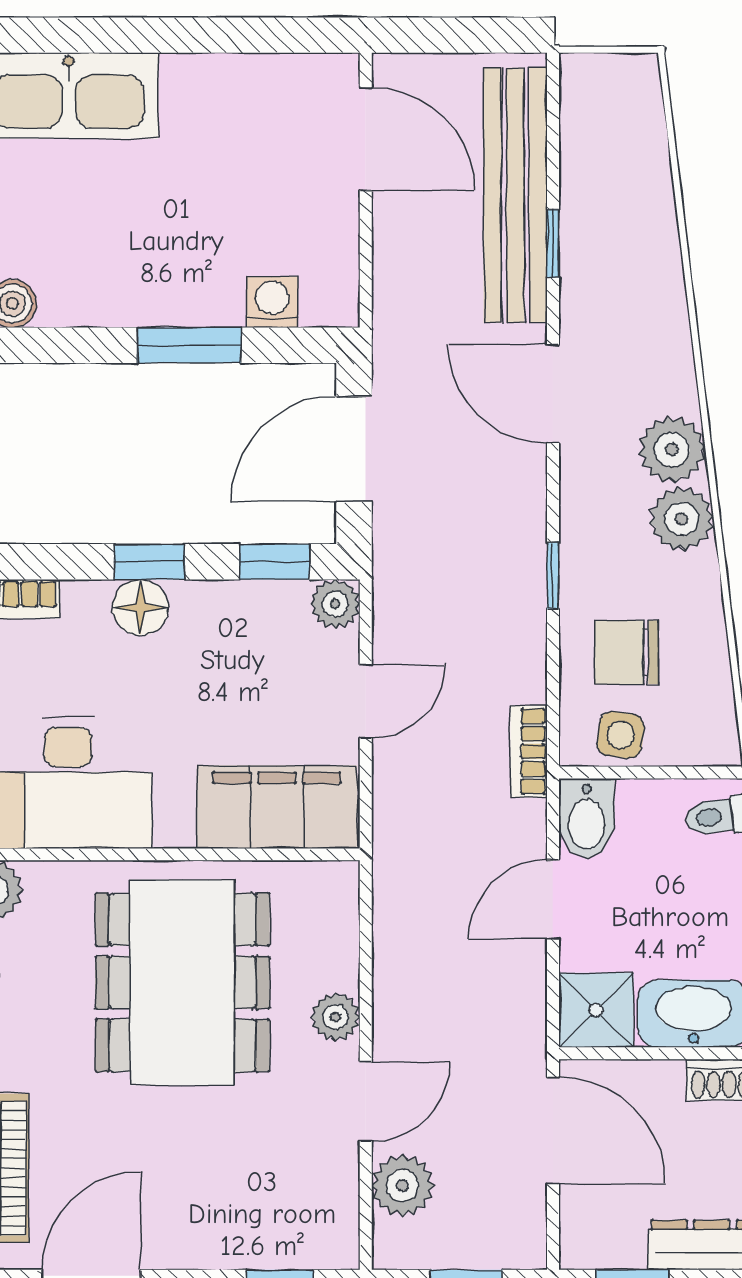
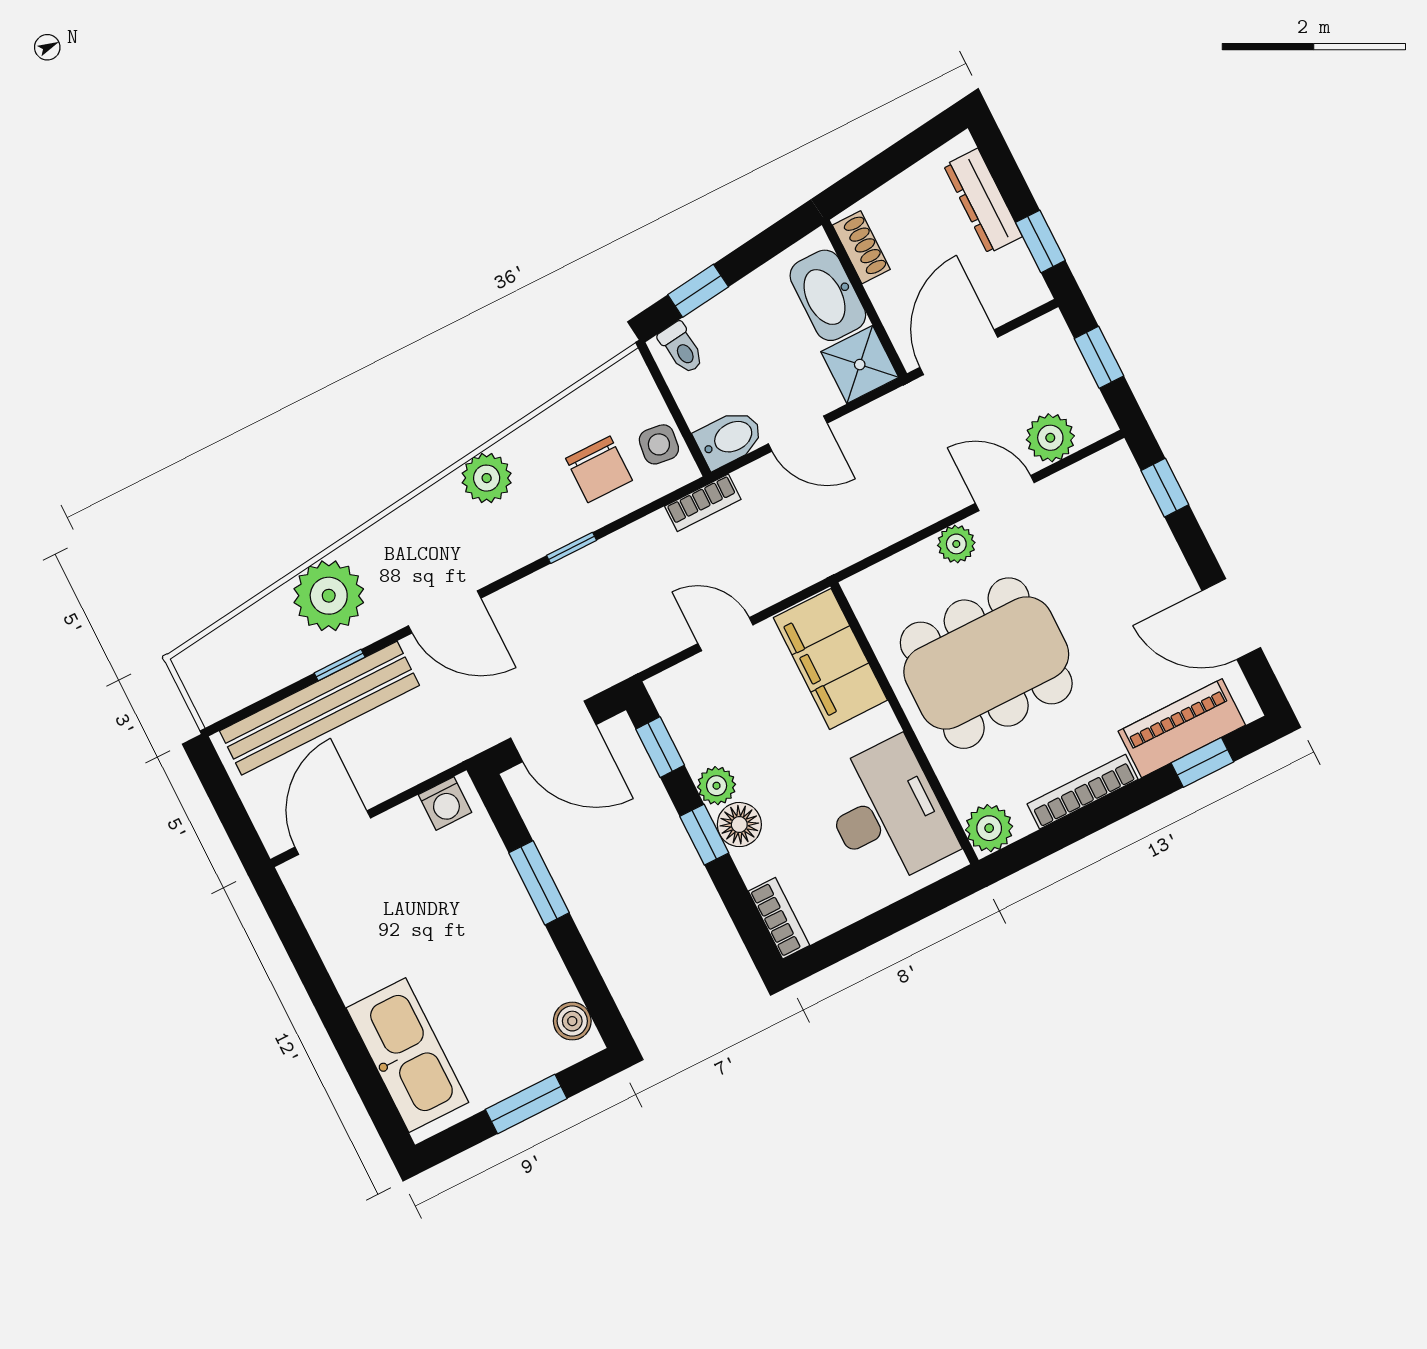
washing machine: (272, 302) -> (445, 803), moved, turned -90
door: (553, 394) -> (445, 612), hinge flipped
plant: (672, 449) -> (329, 596), moved, width x1.36, depth x1.36
plant: (335, 604) -> (717, 786), moved

